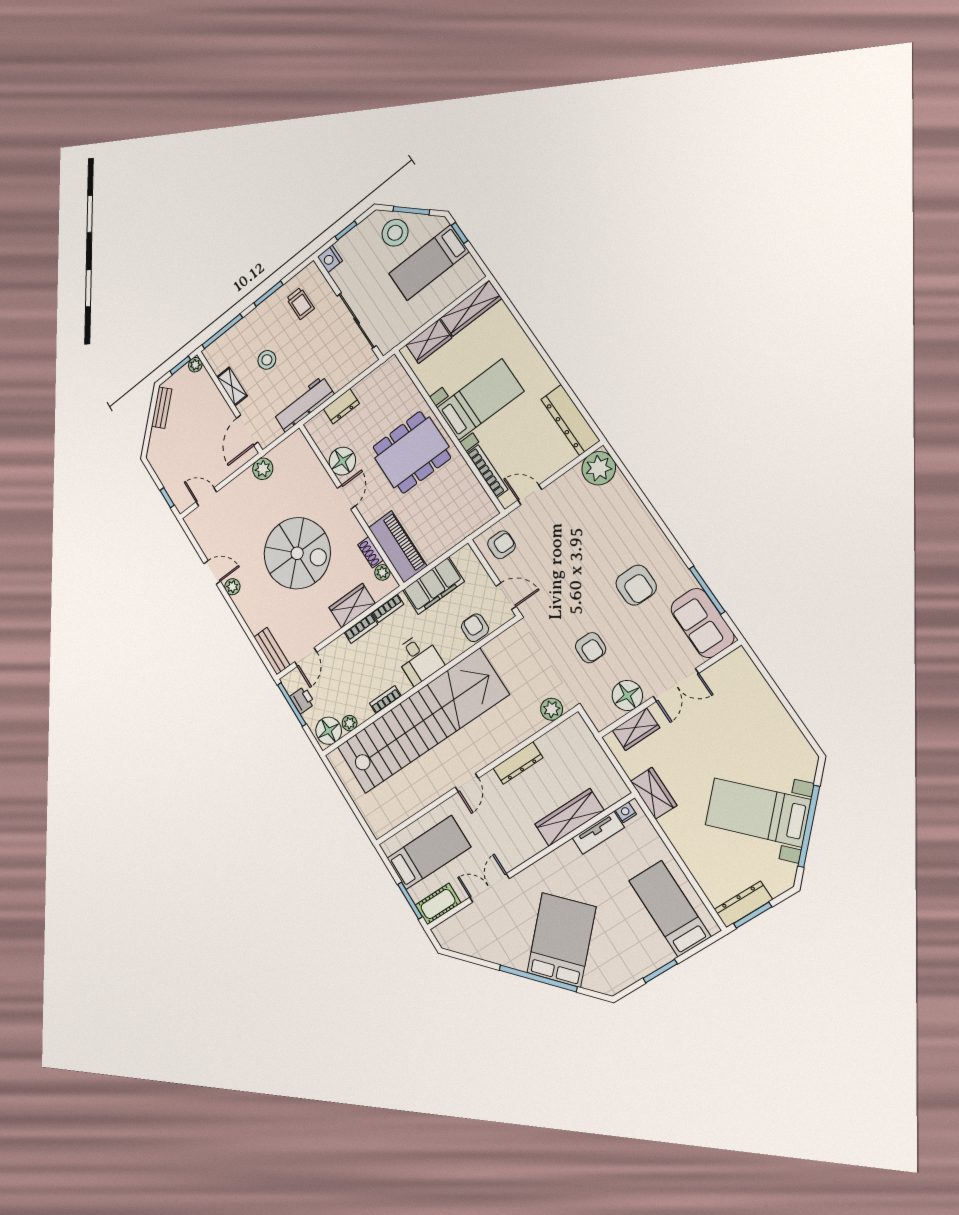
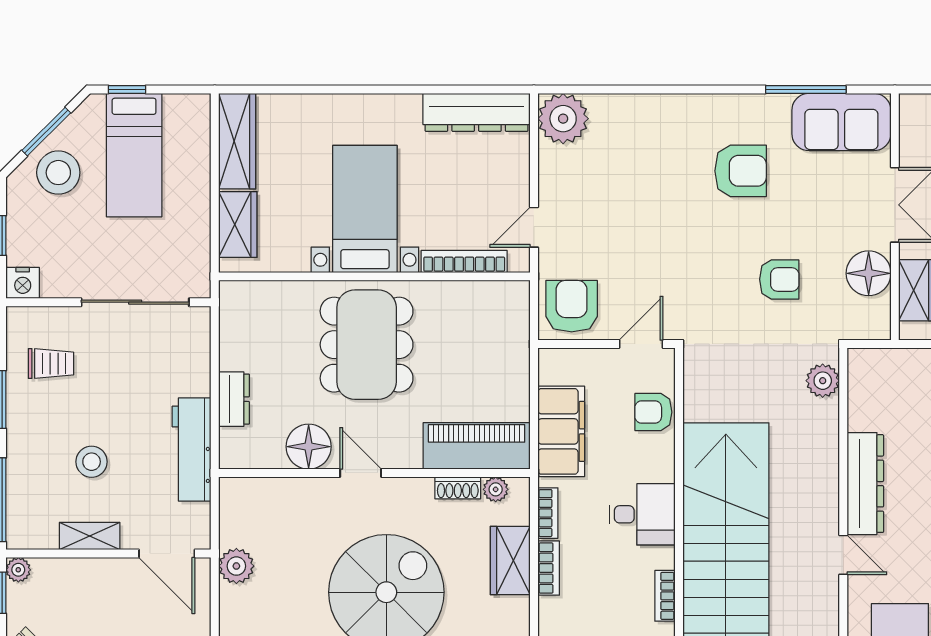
armchair: (501, 545) -> (572, 306), width x1.38, depth x1.38
dresser: (518, 763) -> (865, 484), width x1.37, depth x1.24

